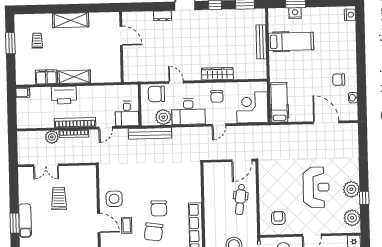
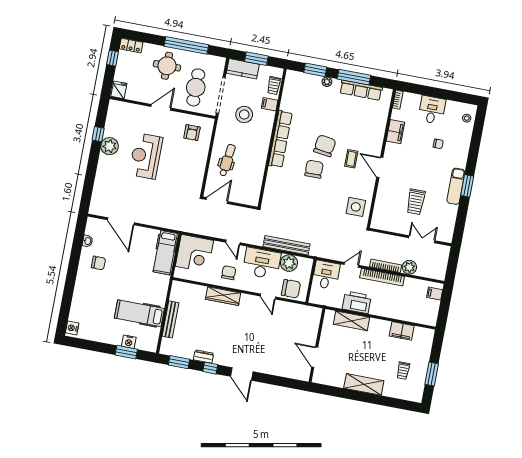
dresser: (162, 16) -> (203, 357), moved
shelving: (74, 77) -> (352, 321), moved
filing cabinet: (23, 92) -> (435, 294), moved
printer: (64, 95) -> (357, 302), moved
door: (219, 125) -> (233, 242), swing flipped
bench: (150, 133) -> (287, 245), moved
side table: (114, 199) -> (356, 207), moved
plant: (352, 218) -> (115, 116), removed

